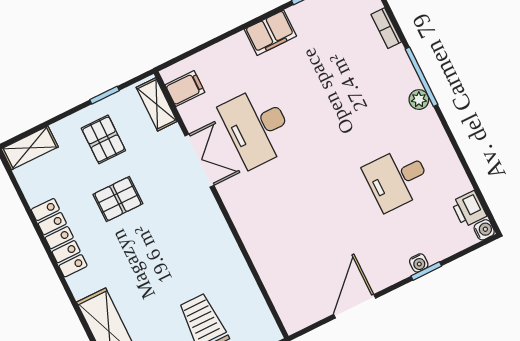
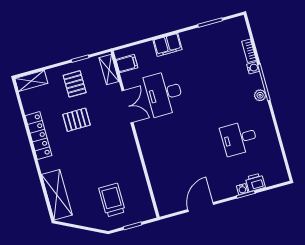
filing cabinet: (270, 33) -> (168, 45), moved
printer: (469, 209) -> (255, 182), moved, turned 90
water cooler: (484, 230) -> (253, 68), moved

